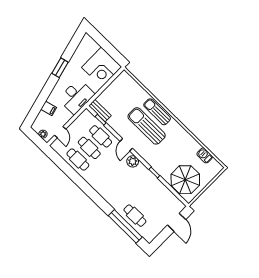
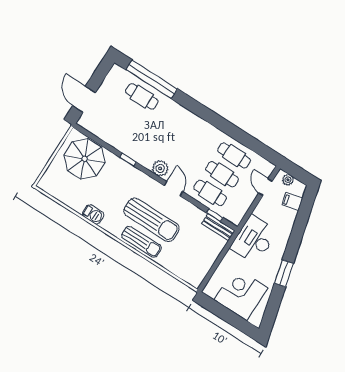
corner desk: (102, 67) -> (241, 294), moved
filing cabinet: (49, 108) -> (292, 202), moved
barbecue: (205, 155) -> (93, 214), moved

